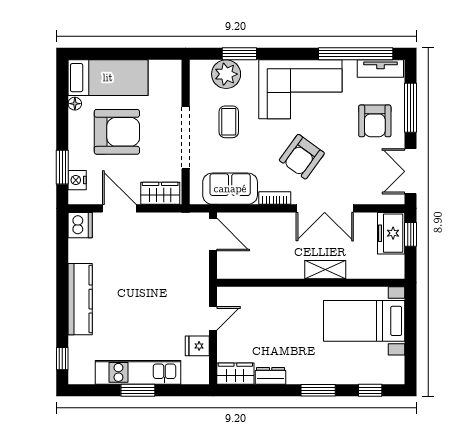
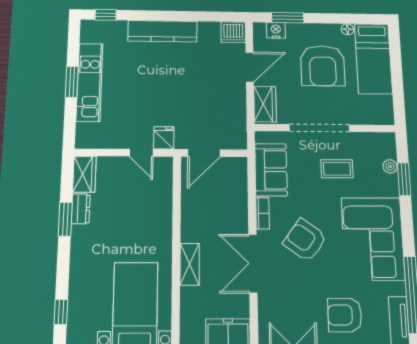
plant: (226, 74) -> (390, 166), width x0.53, depth x0.53
door: (213, 234) -> (204, 153), moved
fridge: (197, 346) -> (164, 138), moved
window: (318, 390) -> (65, 219), moved

